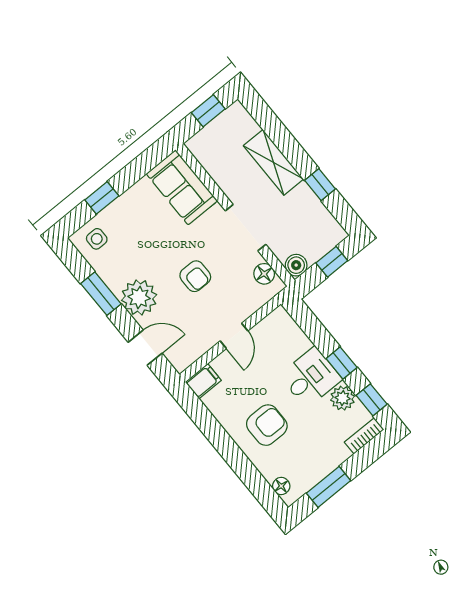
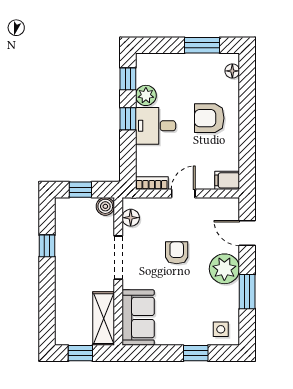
shelving: (273, 162) -> (104, 319), moved
bookcase: (364, 436) -> (152, 183), moved, turned 180

